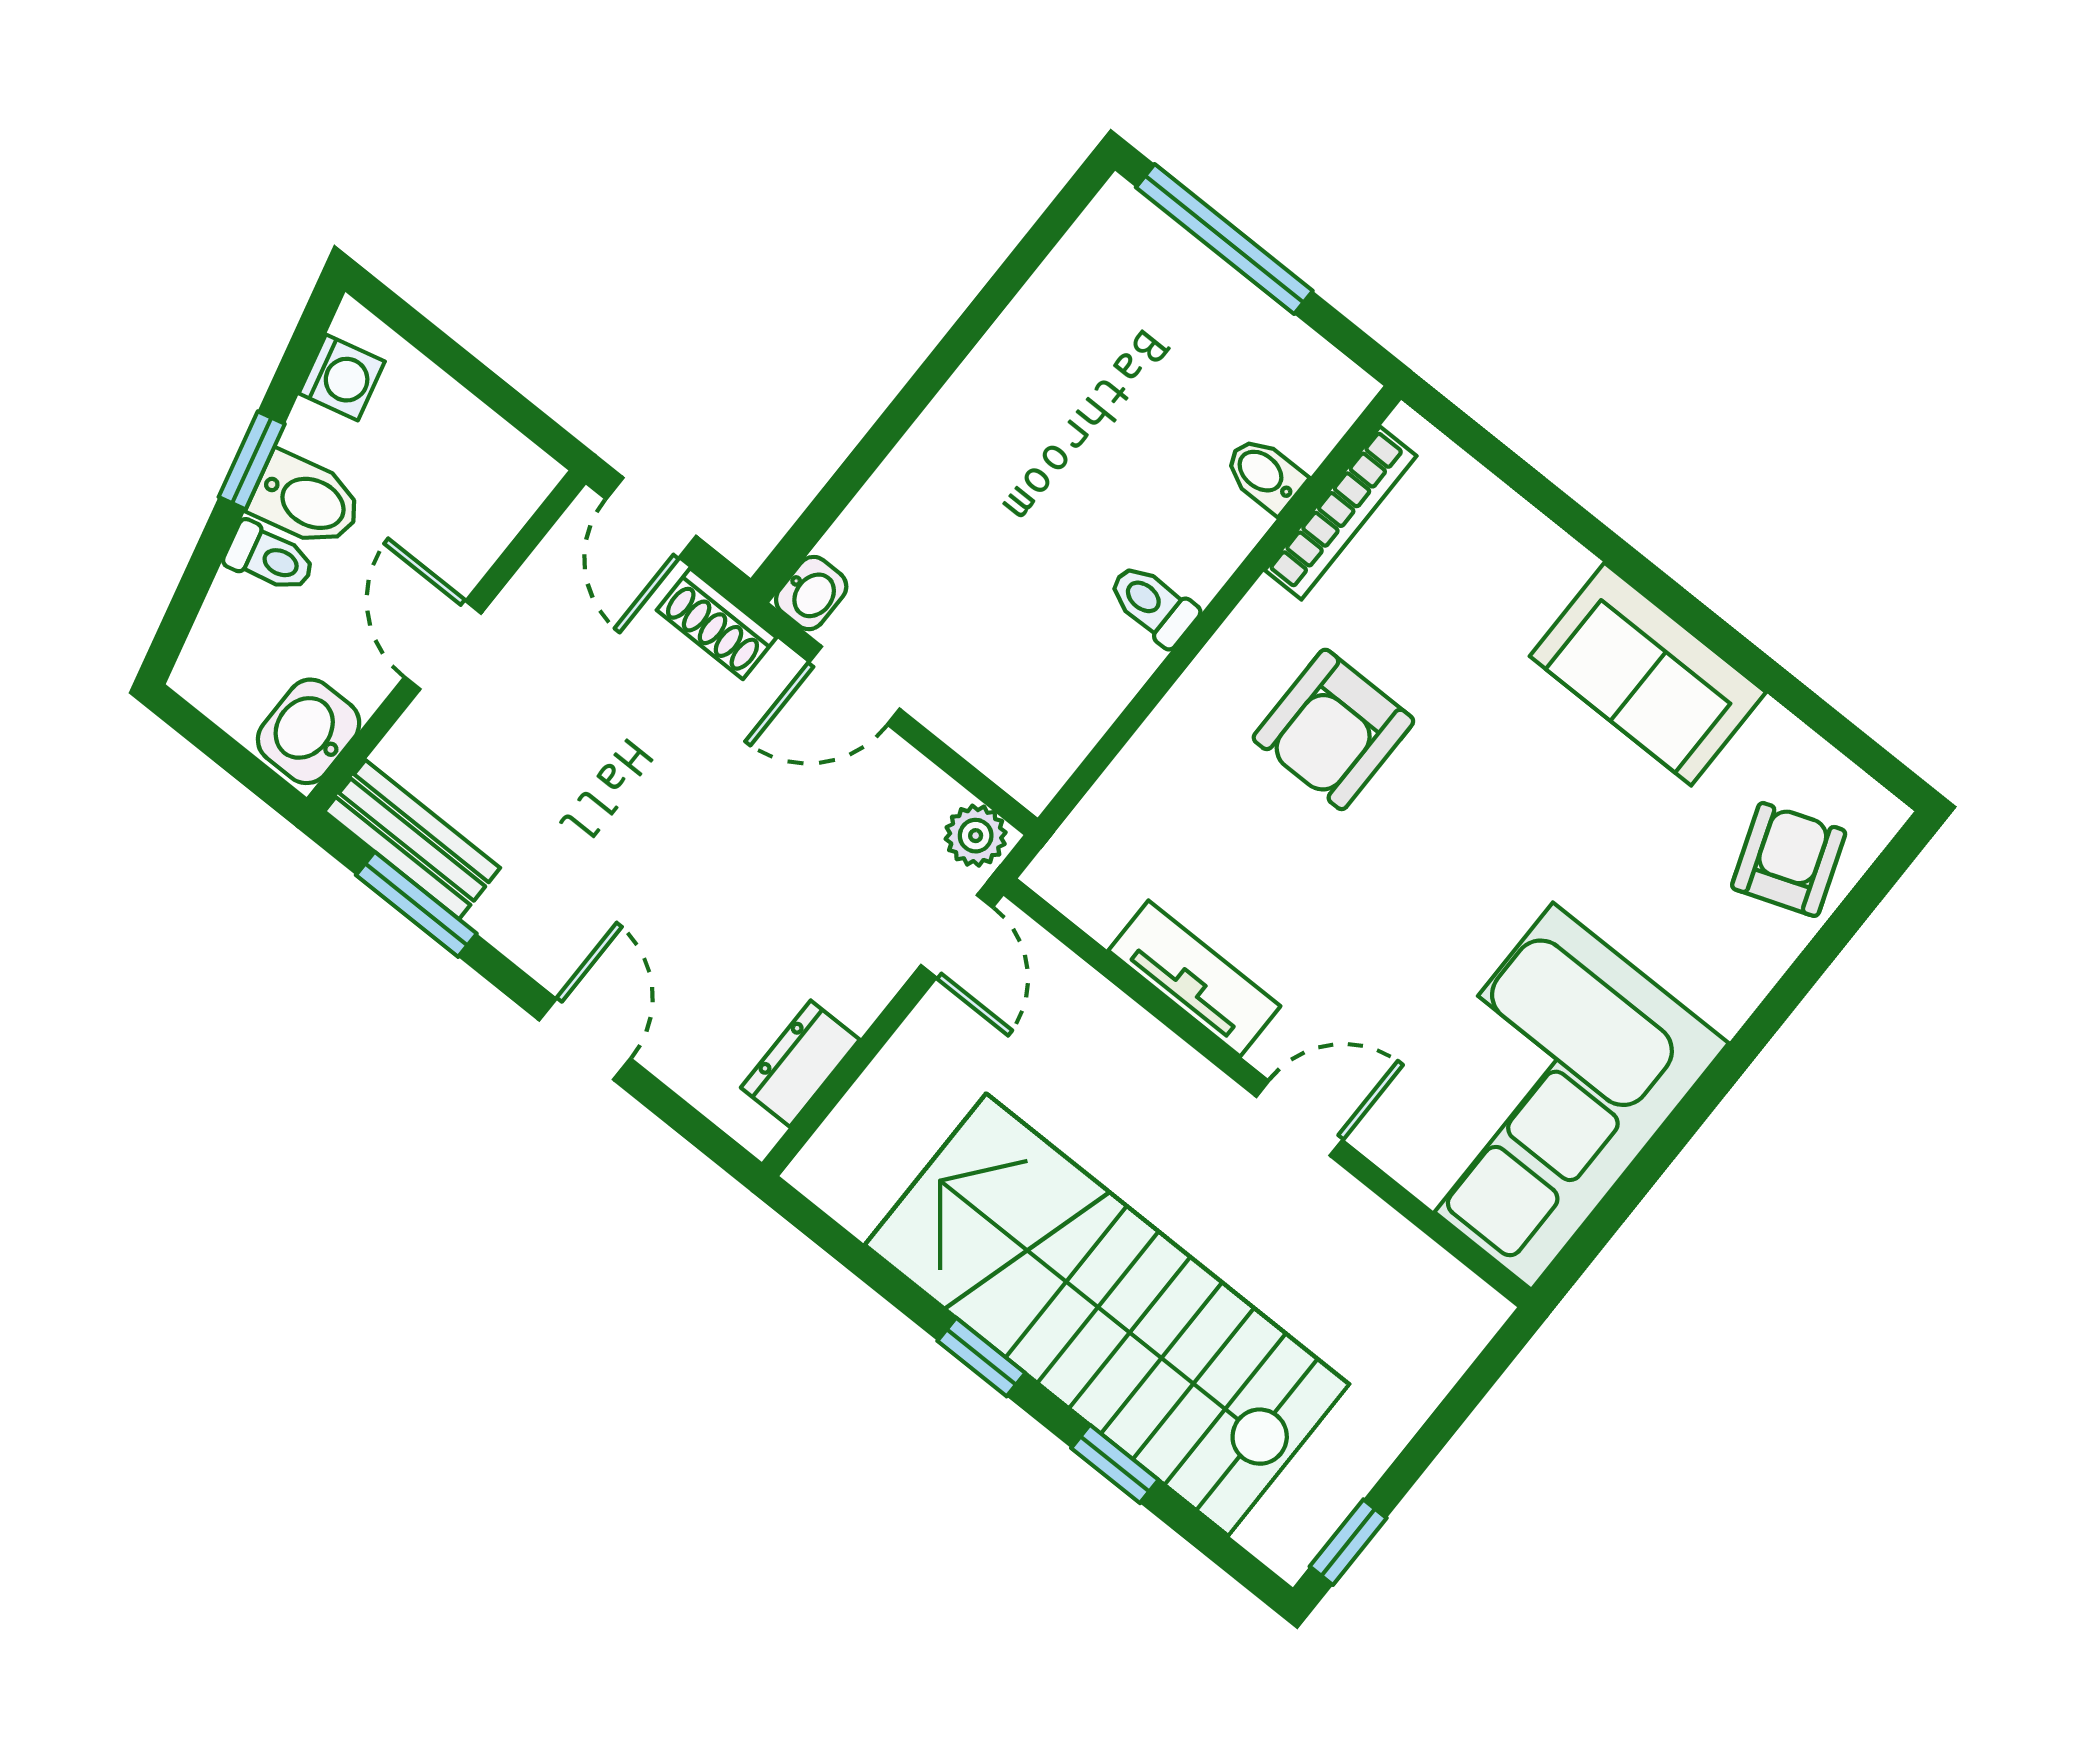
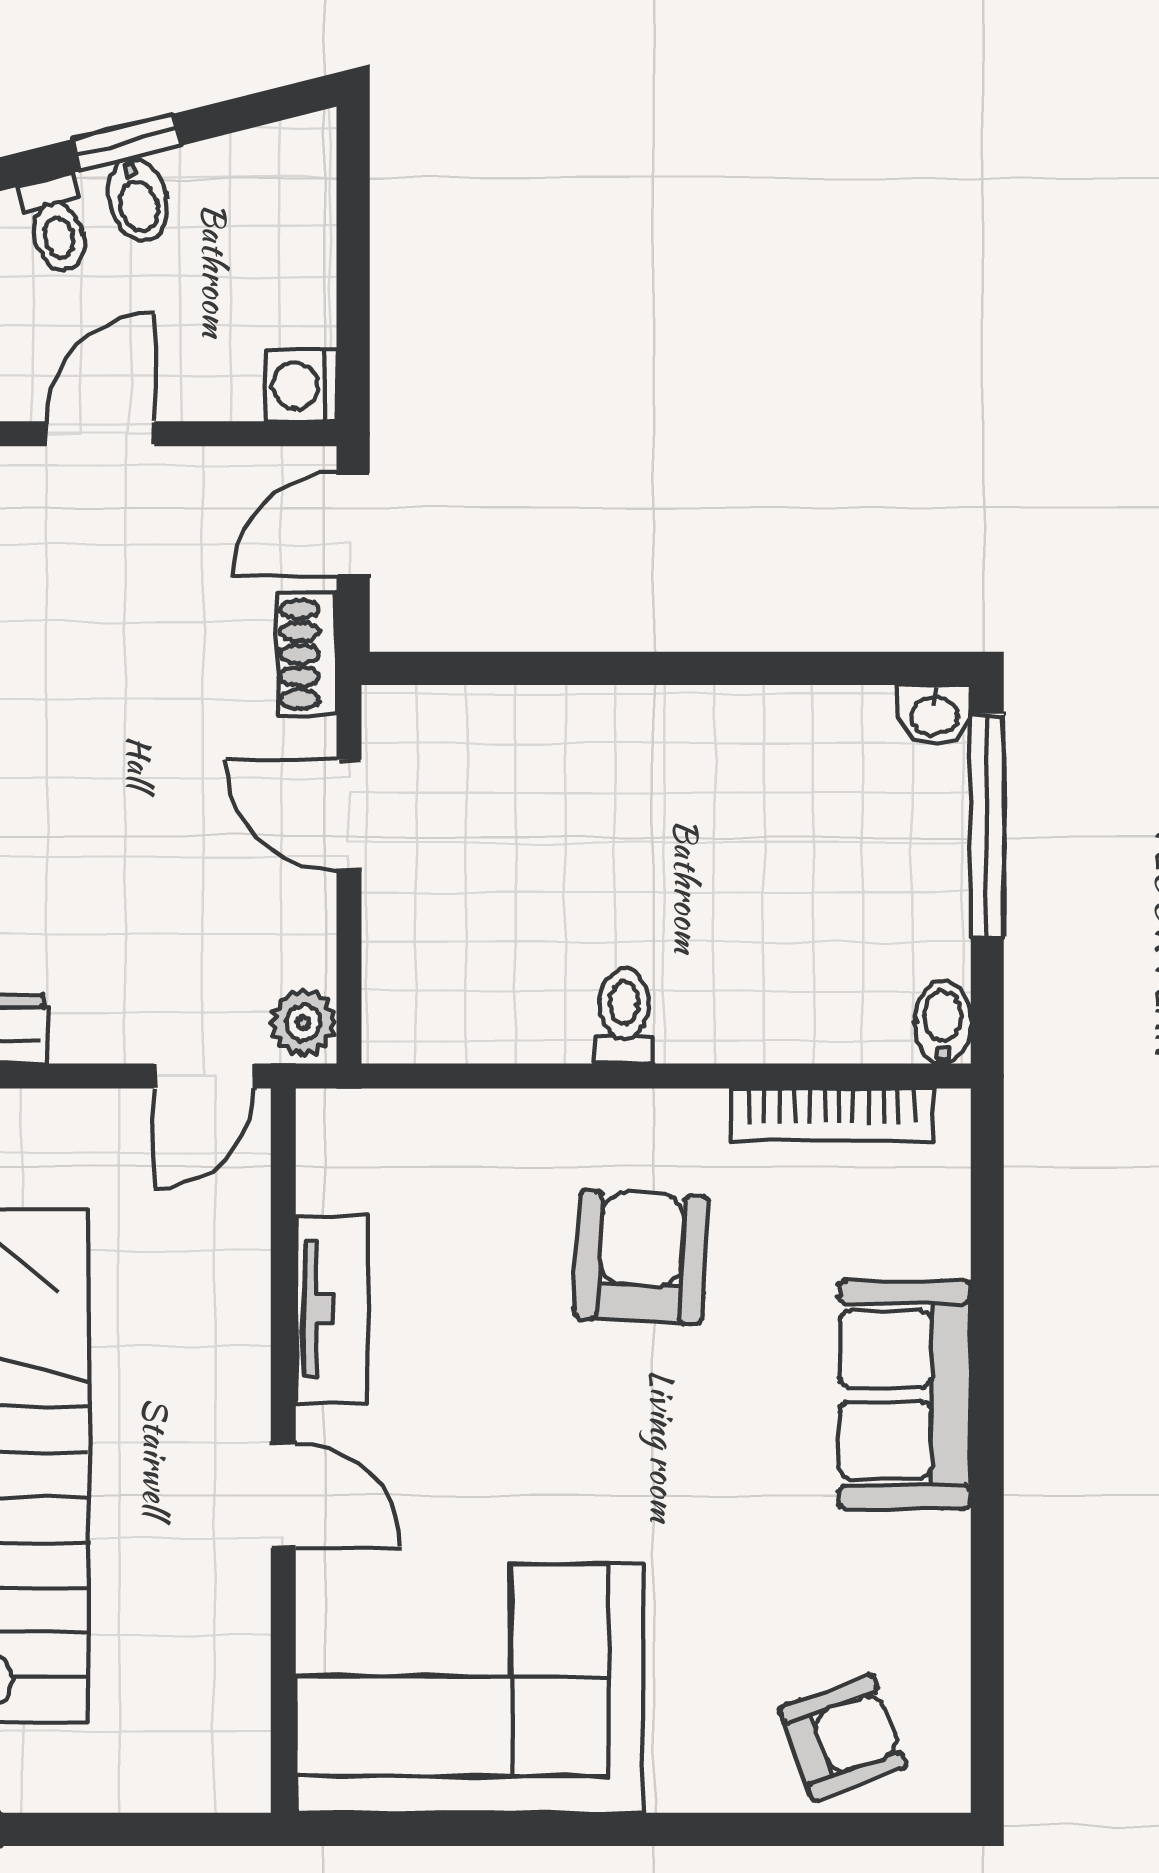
washing machine: (342, 377) -> (301, 386), moved, turned 104
bidet: (1265, 474) -> (943, 1022), moved
bidet: (306, 500) -> (138, 200), width x0.72, depth x0.74
washbasin: (811, 593) -> (934, 714), moved
sofa: (1648, 674) -> (905, 1394), moved
armchair: (1333, 729) -> (641, 1257), turned 93

